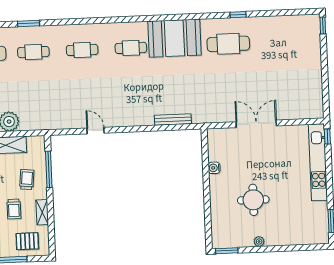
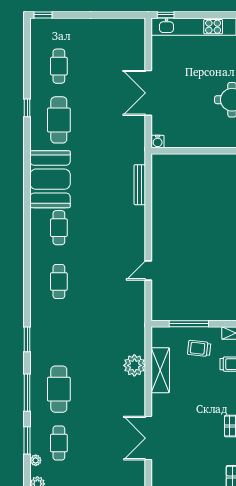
cafe table: (33, 52) -> (59, 66), moved
water cooler: (214, 168) -> (158, 141), moved

